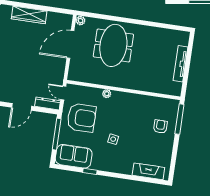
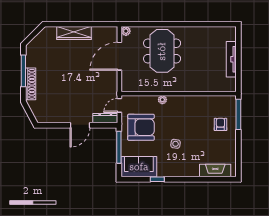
door: (63, 93) -> (119, 105), hinge flipped

